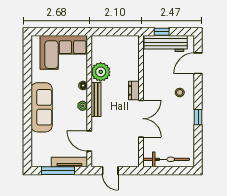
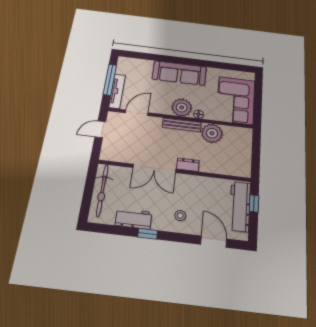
plant: (83, 106) -> (182, 107), width x1.87, depth x1.87
workbench: (187, 130) -> (134, 219), added

